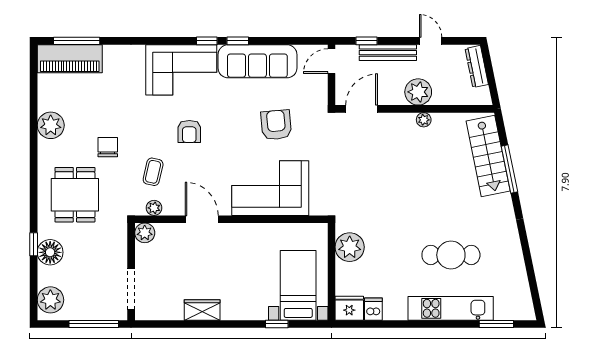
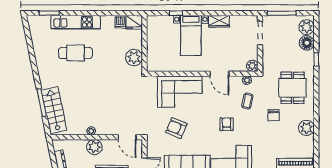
door: (362, 109) -> (127, 137), hinge flipped
armchair: (276, 125) -> (176, 128), turned 118
floor lamp: (50, 252) -> (307, 43), moved
bed with nightstands: (298, 285) -> (191, 35), moved

